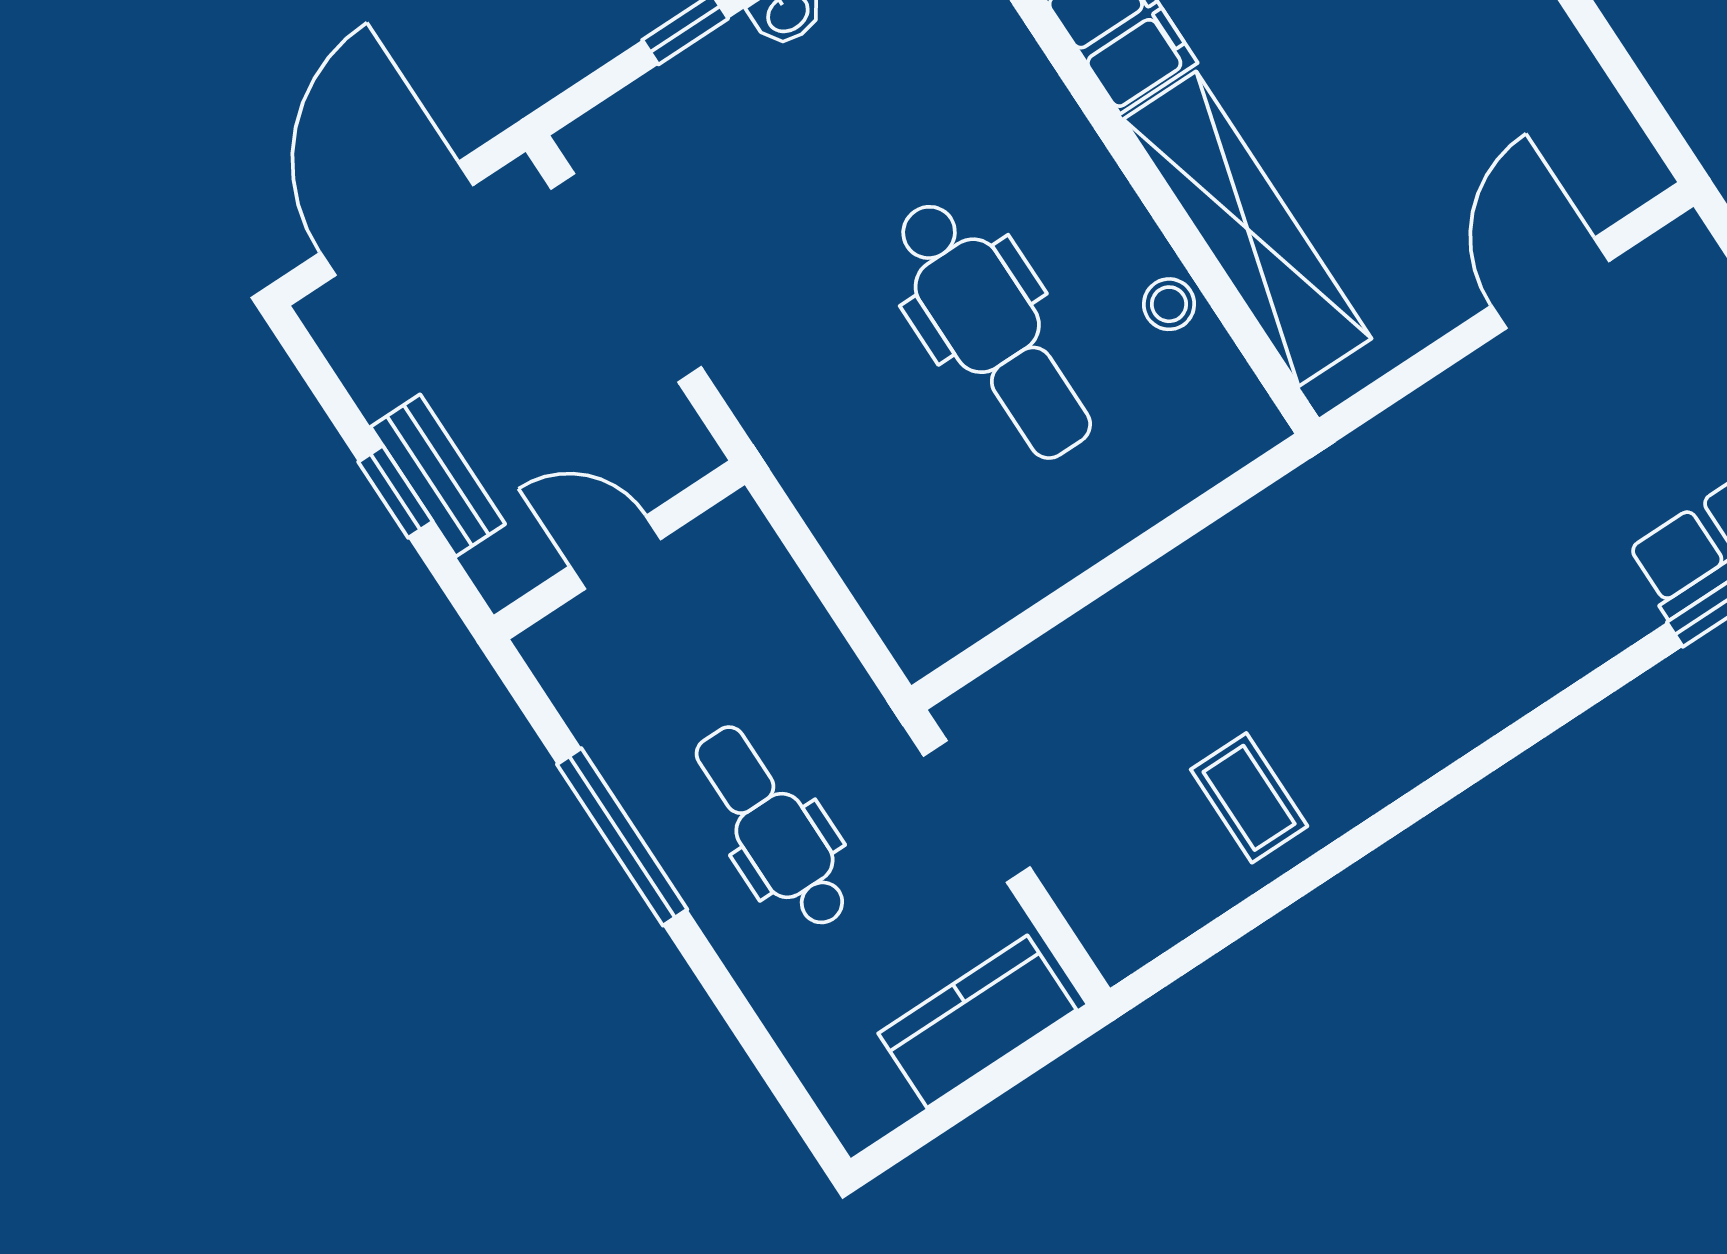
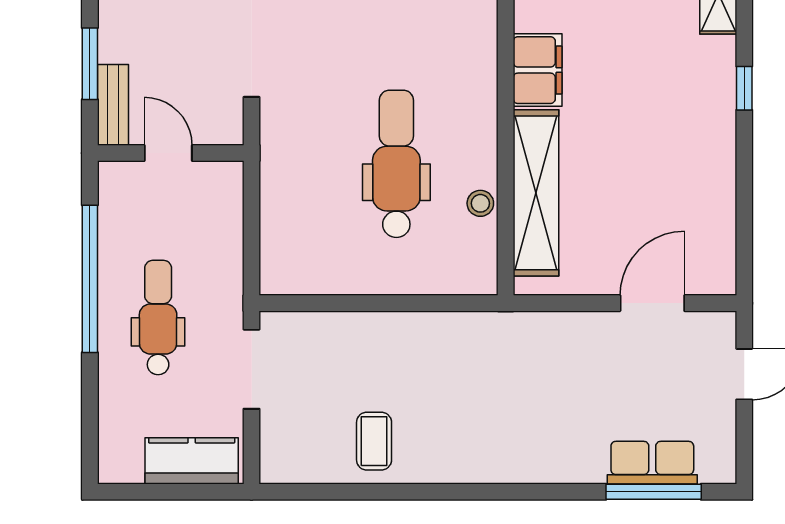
dental chair: (993, 329) -> (396, 164), turned 180
bench: (438, 475) -> (113, 105), moved
window: (395, 492) -> (90, 64), width x1.50
window: (622, 837) -> (90, 279), width x1.46

